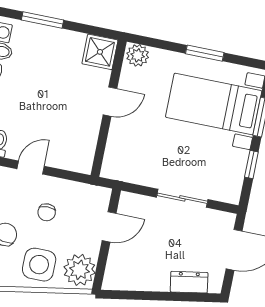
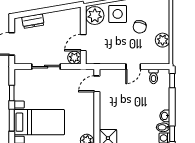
door: (110, 102) -> (97, 84), moved
plant: (130, 204) -> (74, 58), added
chair: (47, 212) -> (119, 44), removed

